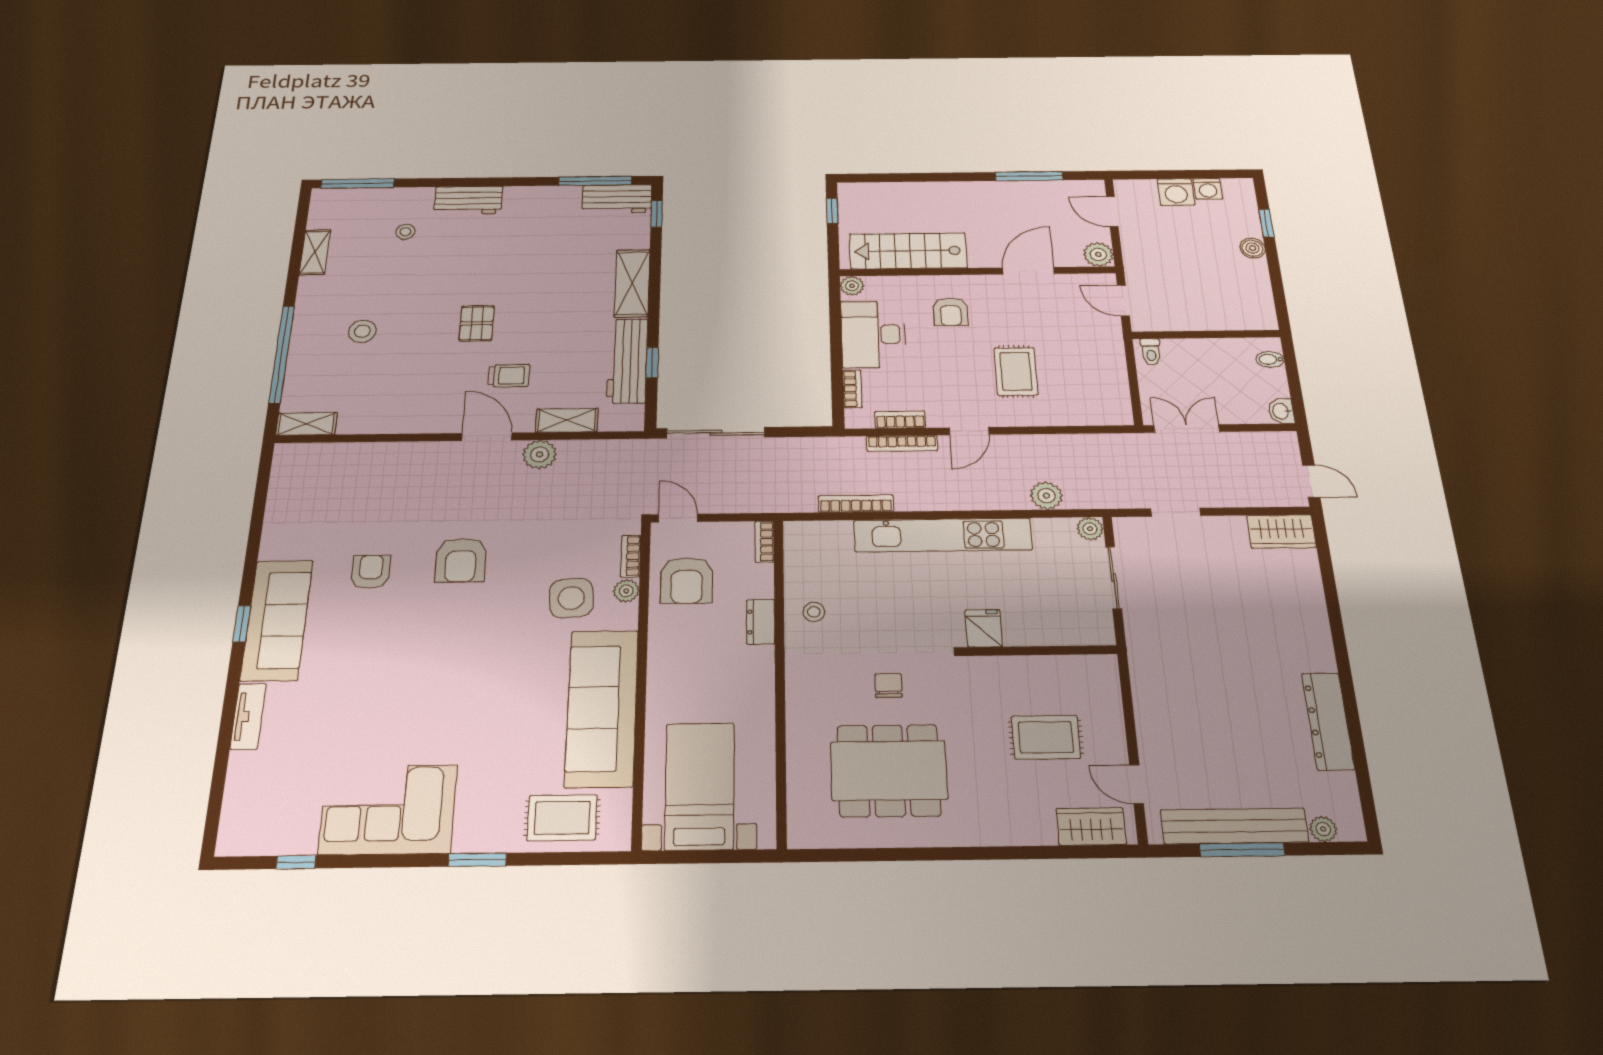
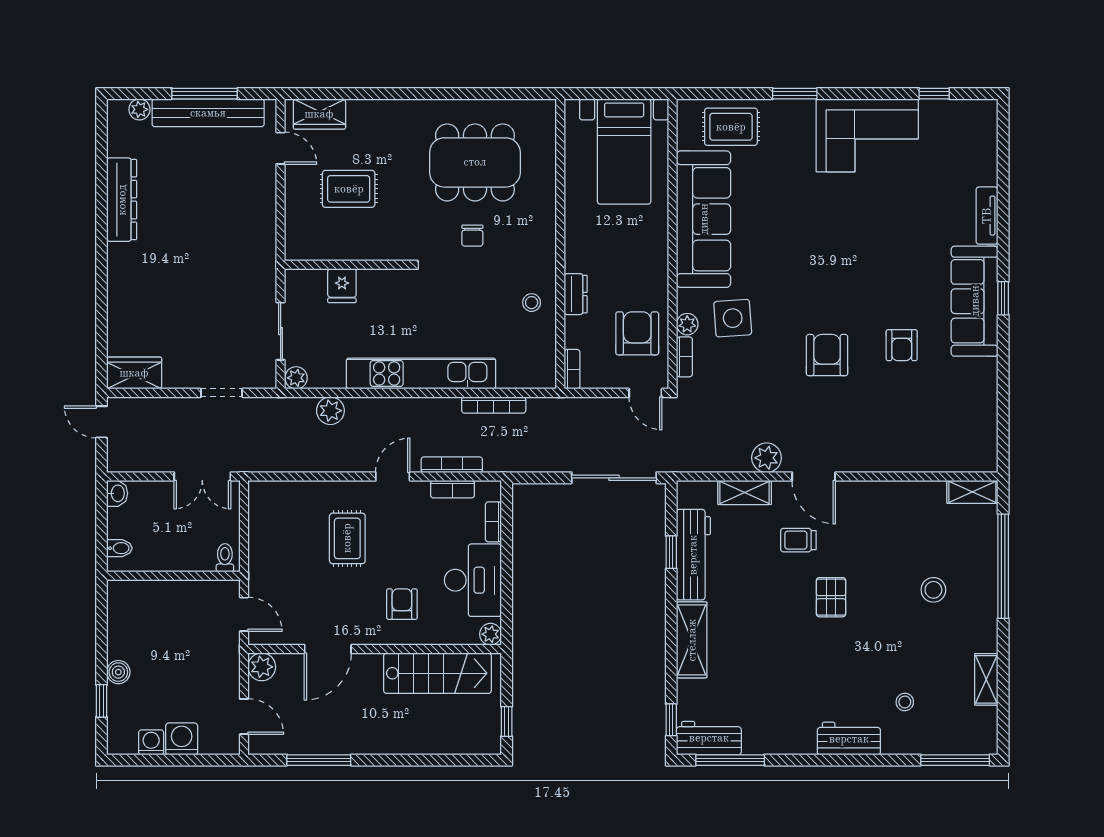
fridge: (984, 628) -> (342, 286), moved

